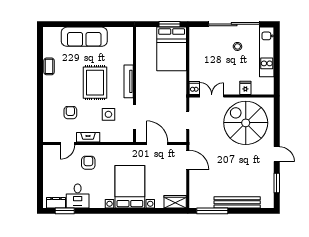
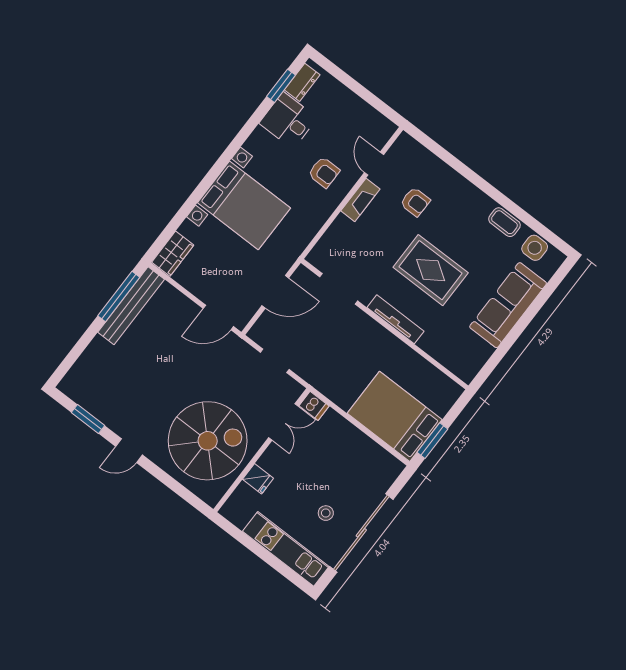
side table: (108, 114) -> (535, 248), moved
bench: (237, 202) -> (131, 306), moved

